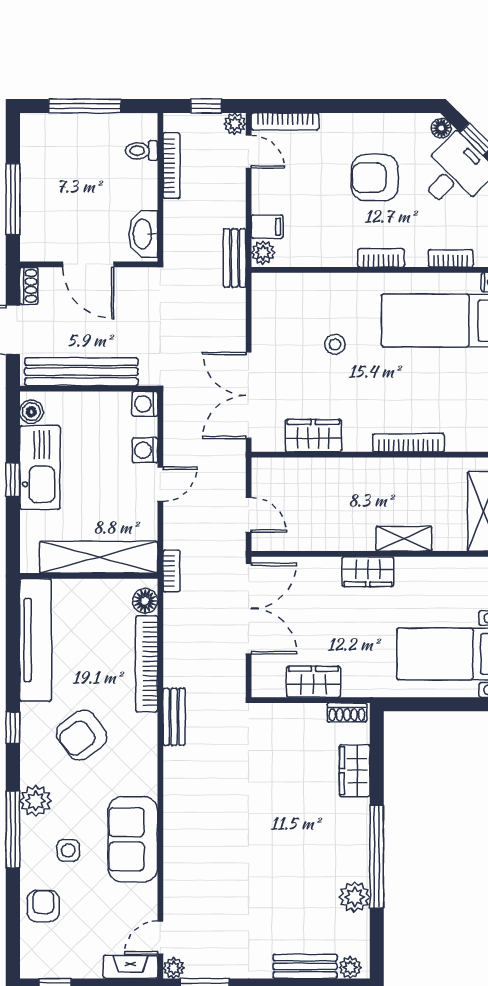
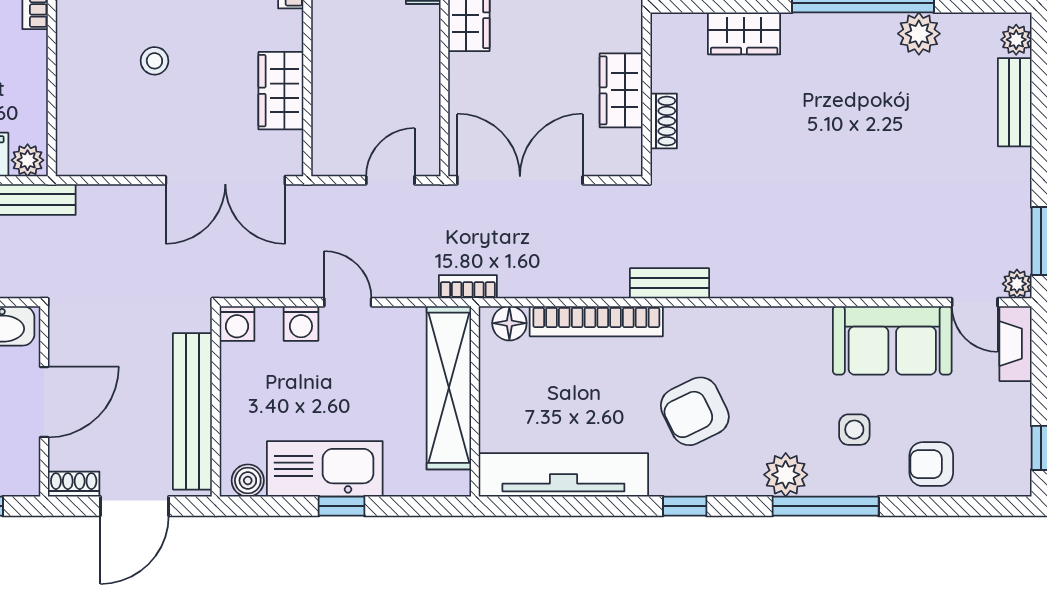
shoe rack: (347, 712) -> (664, 121), moved
armchair: (81, 735) -> (695, 411), turned 100
sofa: (133, 839) -> (892, 340), moved

